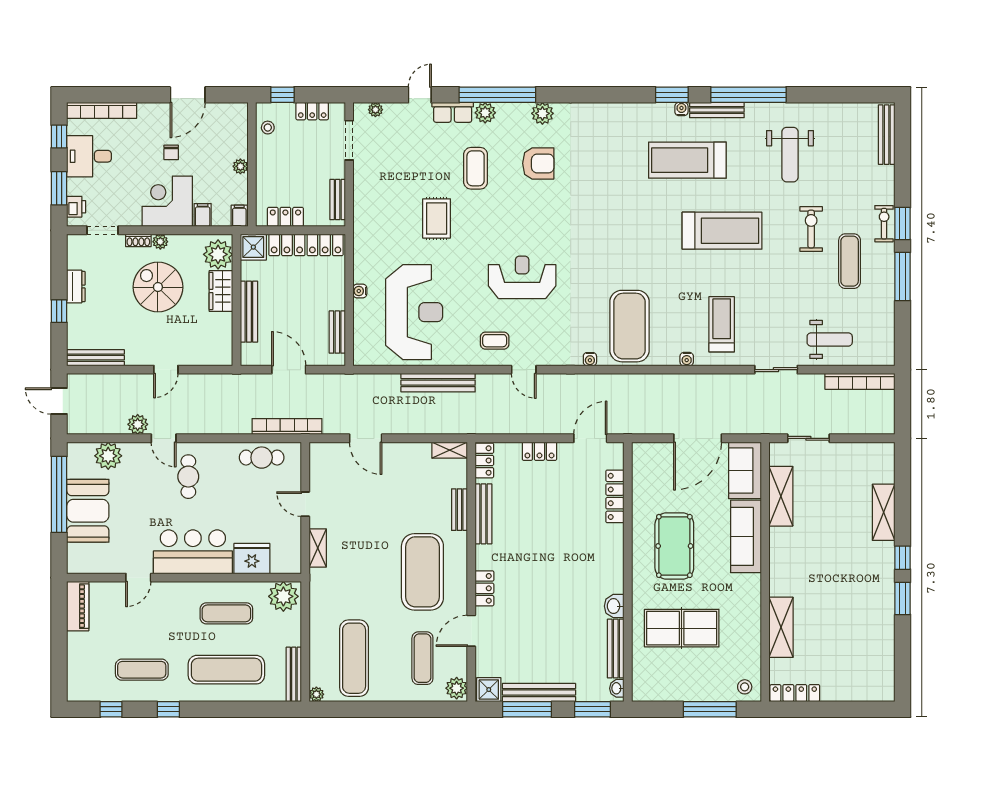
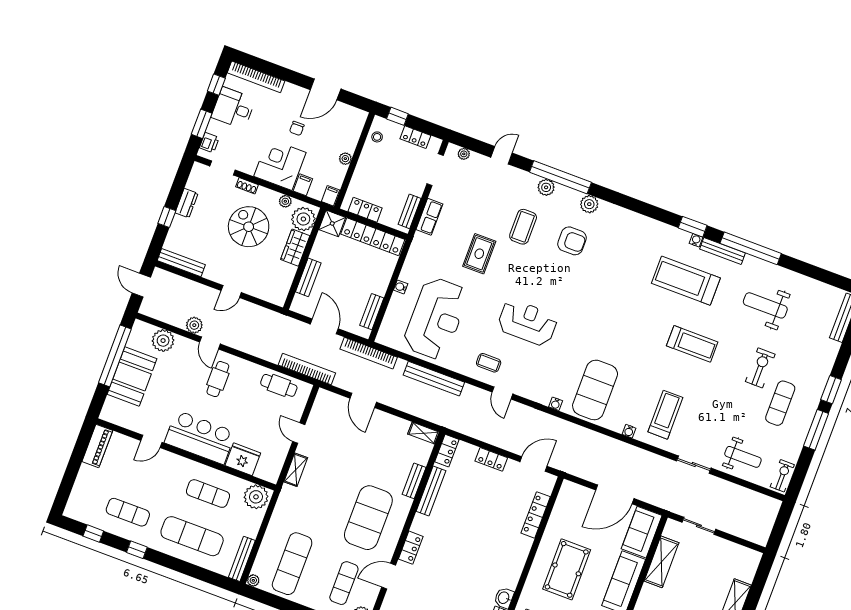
row of seats: (453, 112) -> (429, 217), moved, turned -90
weight bench: (790, 155) -> (765, 305), turned 90
exercise bike: (884, 224) -> (782, 476), moved
treadmill: (722, 231) -> (692, 344), width x0.73, depth x0.73
plant: (160, 242) -> (285, 201), moved
bench: (249, 312) -> (308, 277), width x0.73
bookcase: (860, 381) -> (369, 353), moved

